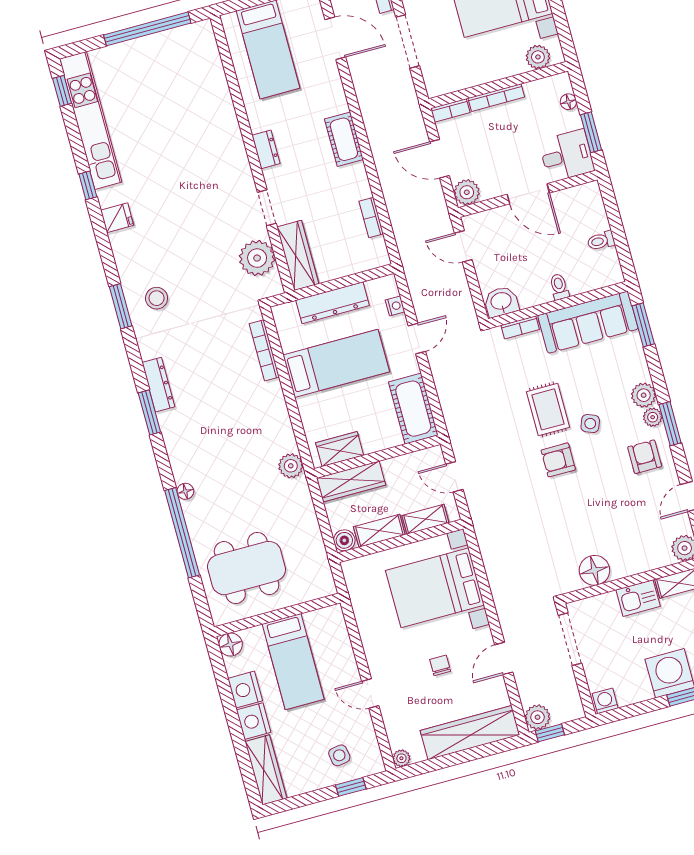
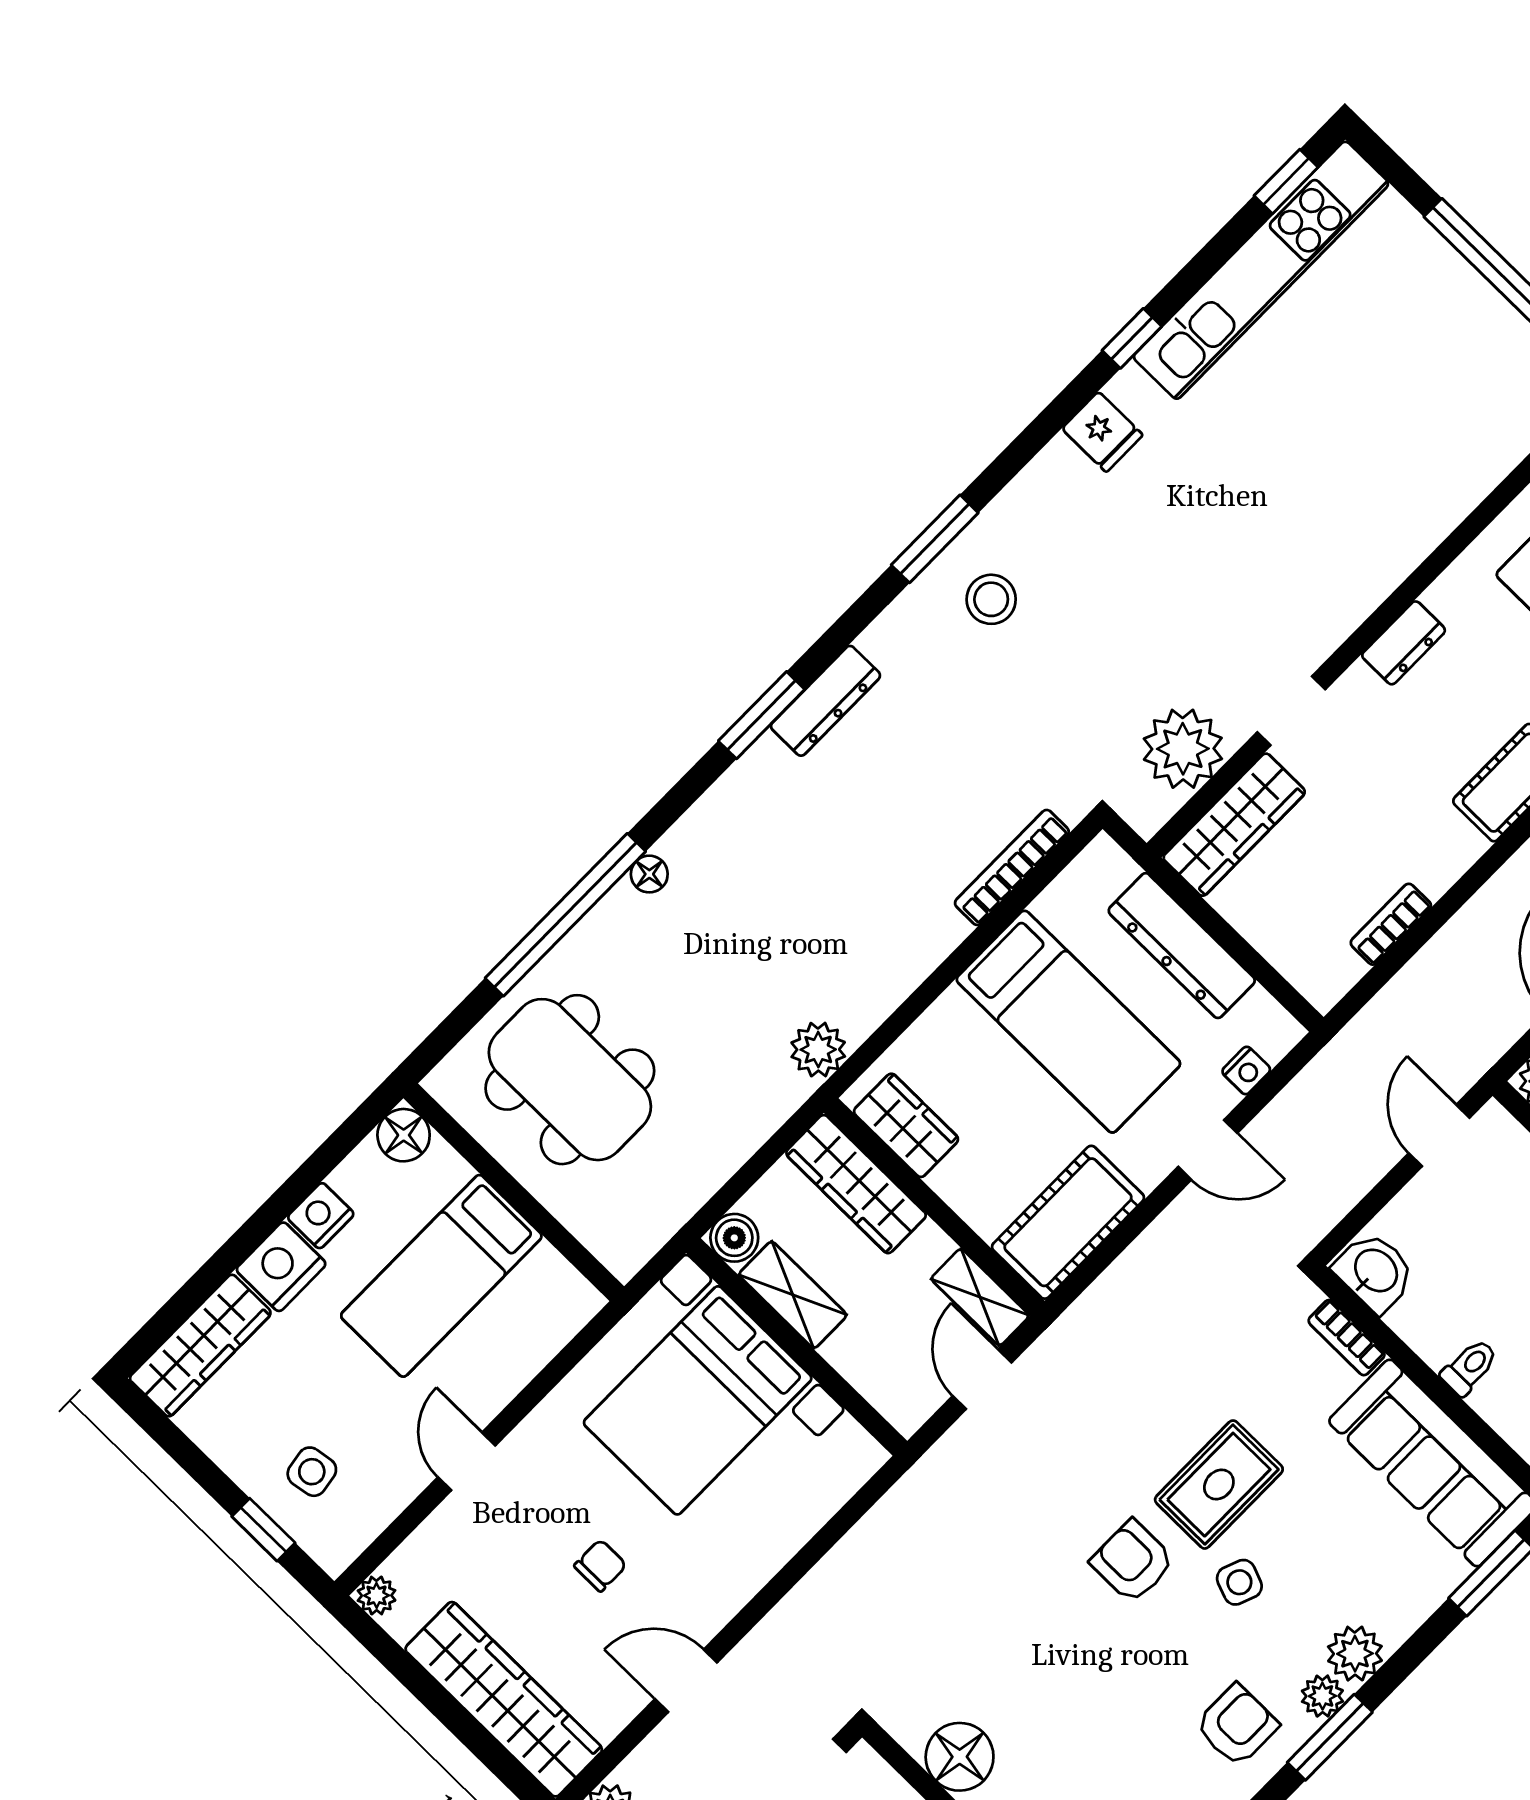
shelving: (425, 519) -> (980, 1297), moved
bed with nightstands: (435, 588) -> (698, 1400), moved, turned -90
nightstand: (245, 690) -> (321, 1216), width x0.74, depth x0.75

